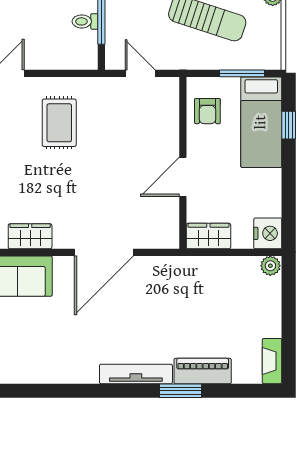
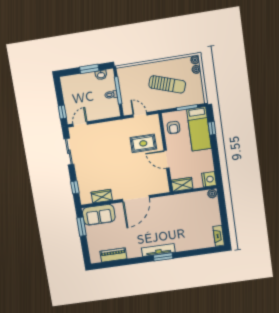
rug: (59, 123) -> (143, 143), moved, turned 90
door: (183, 177) -> (167, 159), hinge flipped
piano: (203, 371) -> (113, 255), moved
window: (181, 391) -> (163, 257), moved

